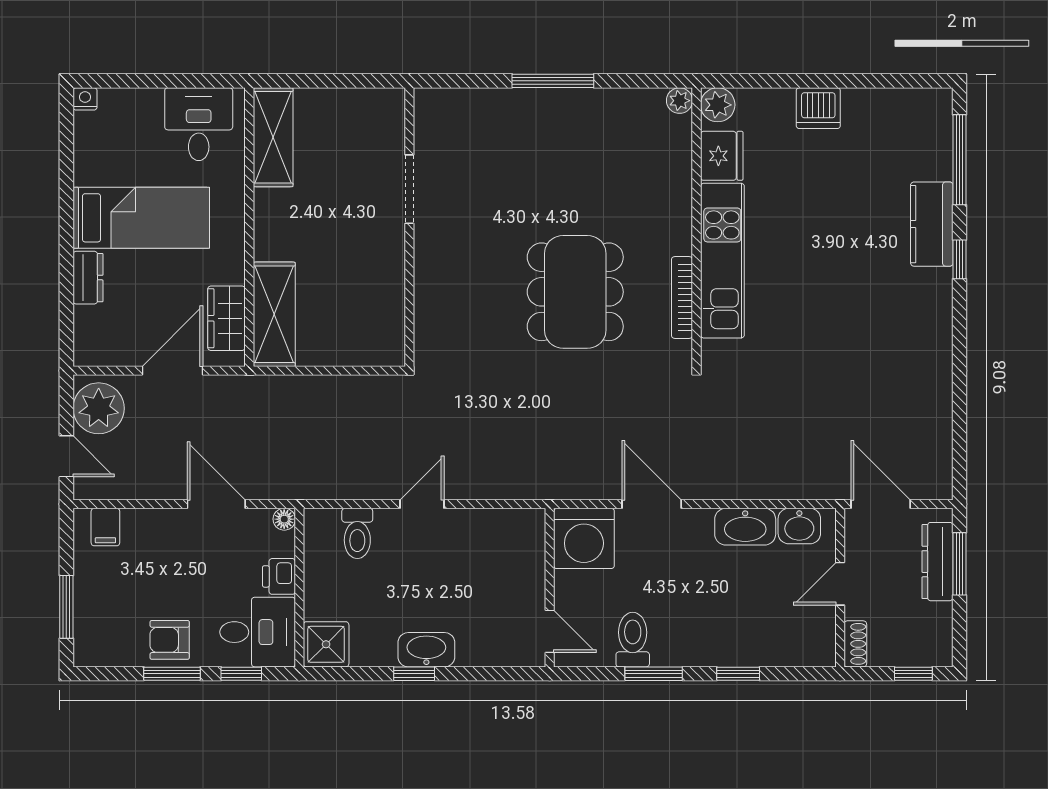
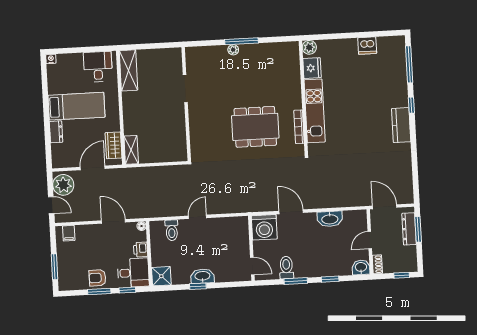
plant: (680, 101) -> (233, 50), moved
dishwasher: (818, 108) -> (367, 46), moved
kitchen counter: (932, 224) -> (401, 125), moved
dining table: (575, 292) -> (255, 127), turned 90
shelving: (274, 314) -> (131, 150), width x0.67, depth x0.75
washbasin: (799, 526) -> (361, 267), moved, turned 180

